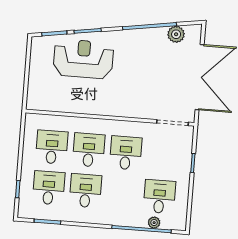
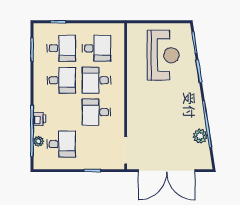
plant: (176, 34) -> (200, 136), moved
reception desk: (83, 59) -> (163, 55), moved
desk: (89, 150) -> (96, 80), turned 180
desk: (126, 153) -> (96, 112), turned 180
printer: (128, 219) -> (39, 119), added

